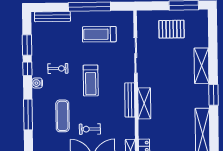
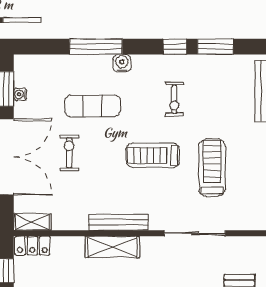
treadmill: (99, 34) -> (212, 167), moved
water cooler: (37, 83) -> (122, 63), moved

